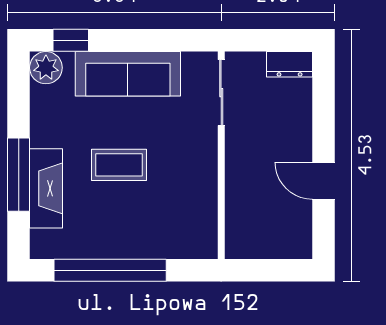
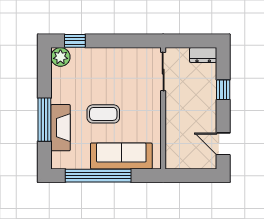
sofa: (128, 74) -> (121, 156), moved, turned 180
window: (324, 124) -> (223, 90), added
door: (324, 181) -> (223, 144), moved

